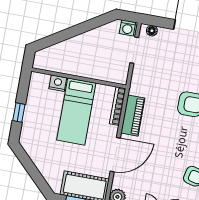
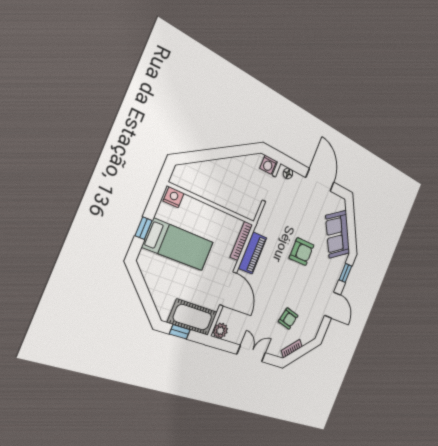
nightstand: (58, 83) -> (174, 197), moved
bed: (76, 112) -> (178, 245), moved, turned -90
door: (115, 155) -> (228, 289), hinge flipped

